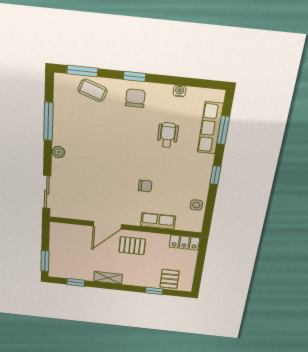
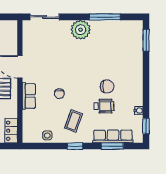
window: (135, 76) -> (146, 126), moved
coffee table: (93, 90) -> (74, 121), moved
chair: (135, 98) -> (107, 87), moved
plant: (58, 152) -> (81, 30), width x1.88, depth x1.88
row of seats: (158, 221) -> (29, 96), moved

